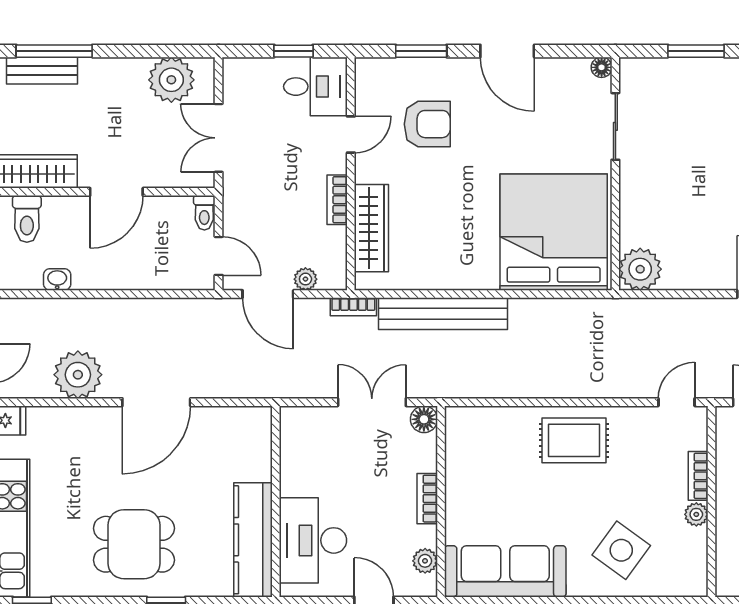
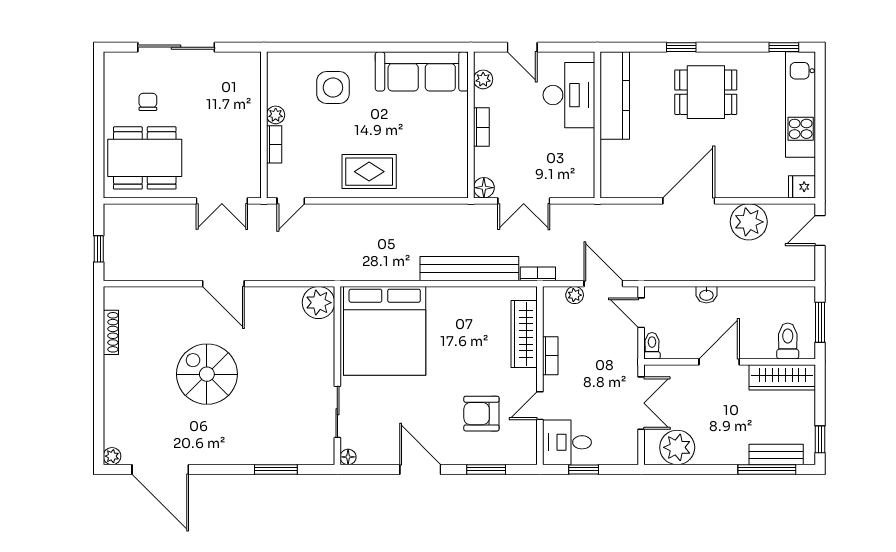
washbasin: (57, 279) -> (706, 295), moved
side table: (621, 550) -> (333, 88), turned -36

